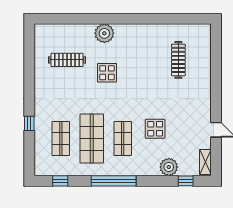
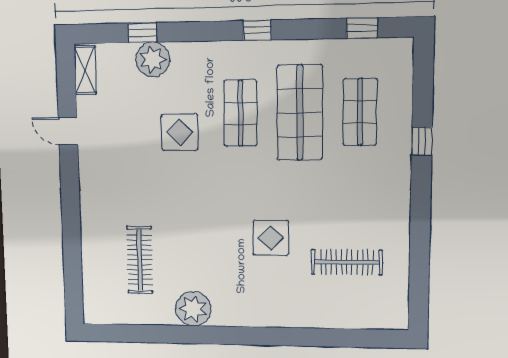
plant: (104, 33) -> (193, 309), moved
window: (114, 181) -> (257, 30), width x0.32
window: (186, 181) -> (142, 33), moved

